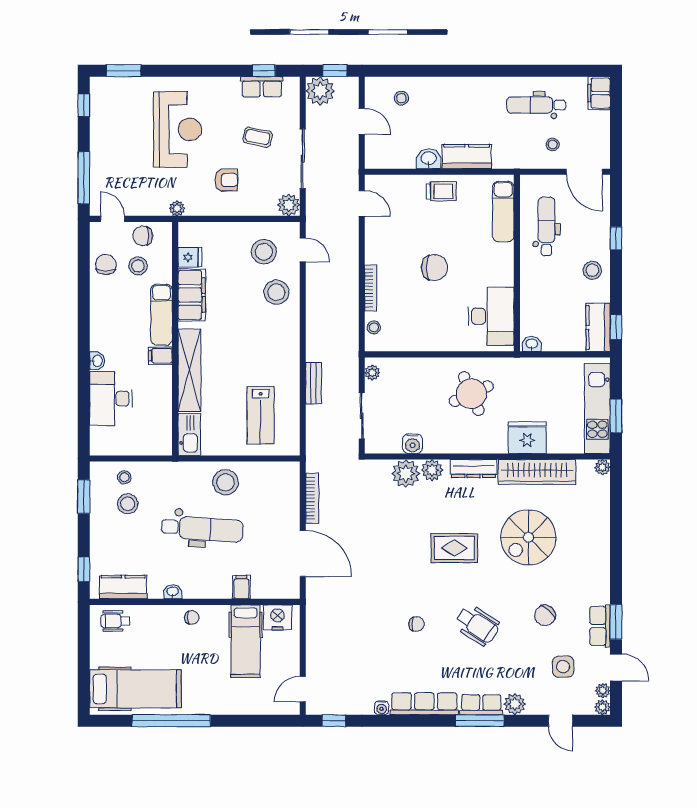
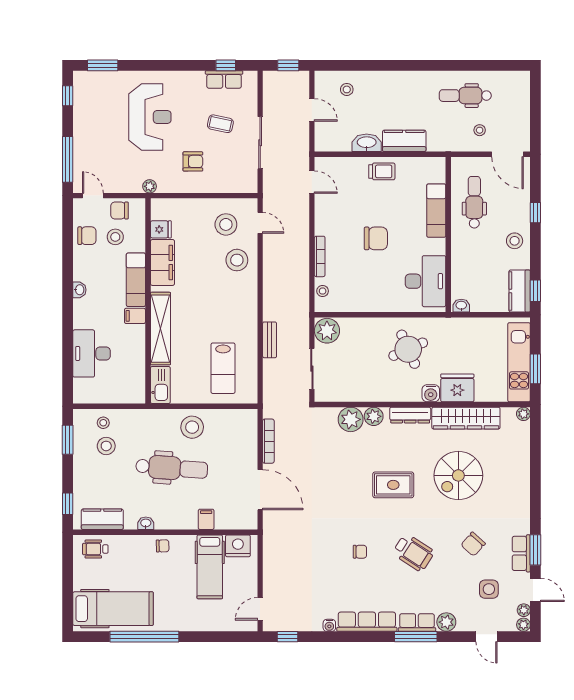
plant: (320, 91) -> (275, 83), removed
filing cabinet: (599, 93) -> (520, 85), removed
washbasin: (429, 159) -> (367, 143), width x1.38
plant: (289, 205) -> (248, 183), removed
exam couch: (503, 212) -> (436, 211), moved
chair: (106, 264) -> (87, 236), turned 90
washbasin: (97, 361) -> (79, 290), moved
plant: (372, 373) -> (327, 331), width x1.88, depth x1.88
water cooler: (412, 444) -> (431, 393), moved

